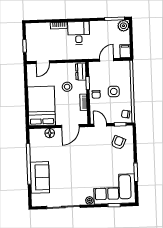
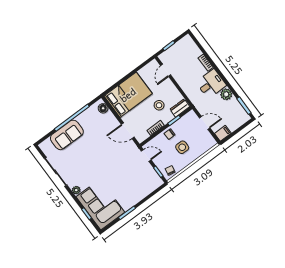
plant: (123, 26) -> (226, 94), moved
door: (43, 62) -> (166, 70), hinge flipped
door: (100, 125) -> (146, 155), hinge flipped
floor lamp: (50, 133) -> (103, 108), moved
armchair: (118, 143) -> (142, 181), removed

